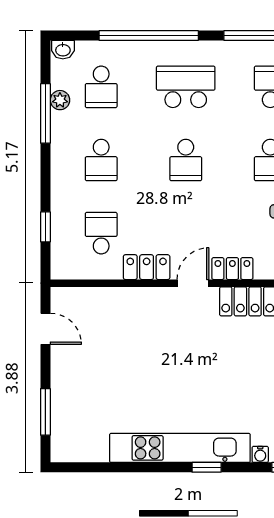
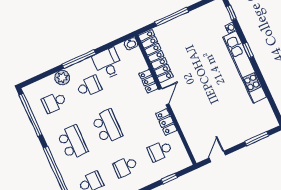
school desk: (186, 87) -> (72, 142), turned 180
school desk: (101, 160) -> (125, 167), turned 180
school desk: (186, 160) -> (107, 127), width x1.85
door: (193, 283) -> (164, 97), swing flipped

